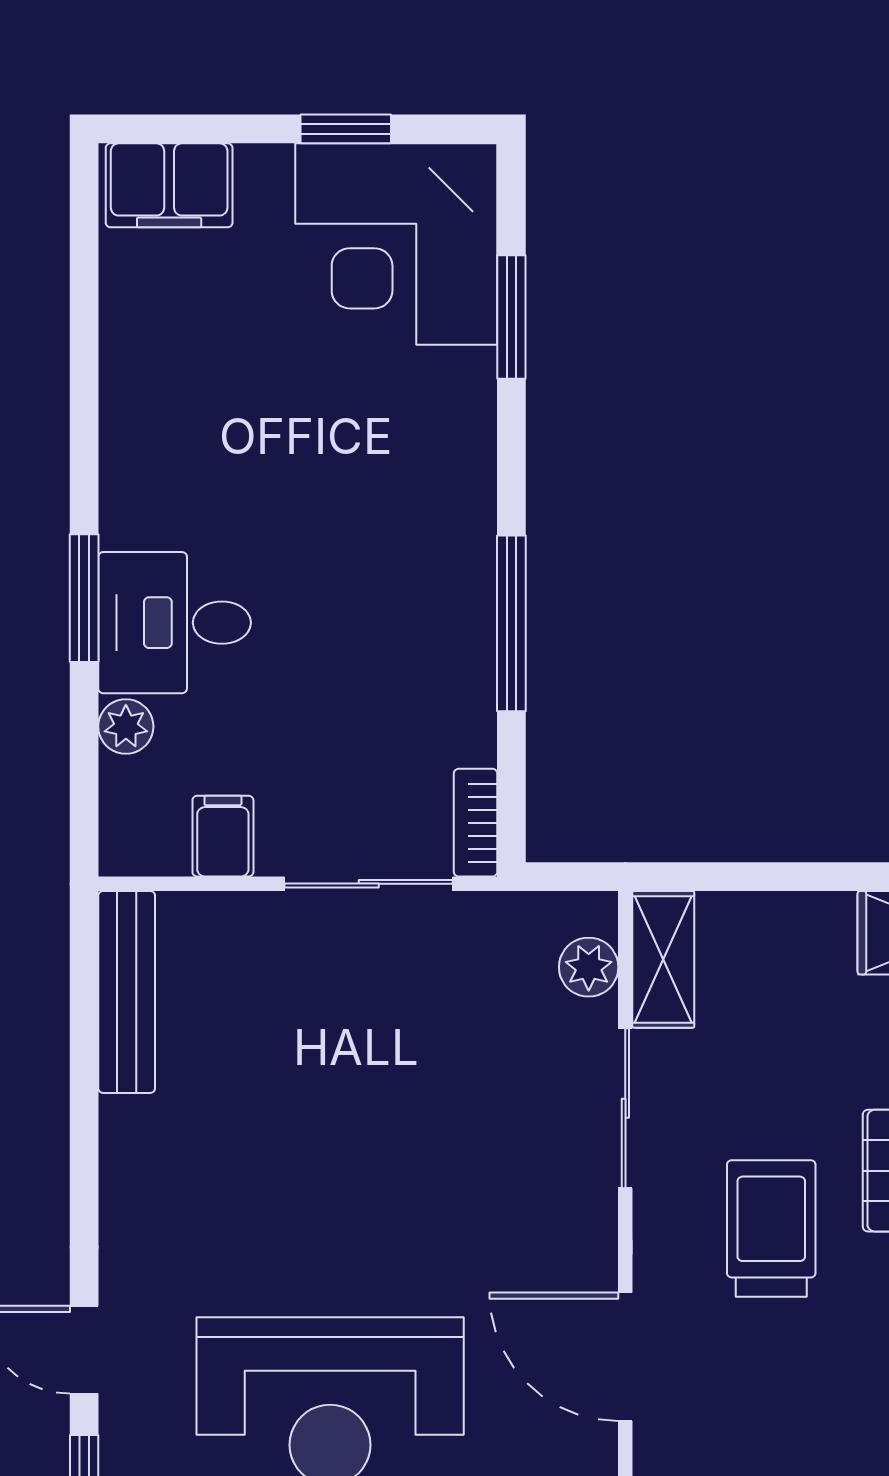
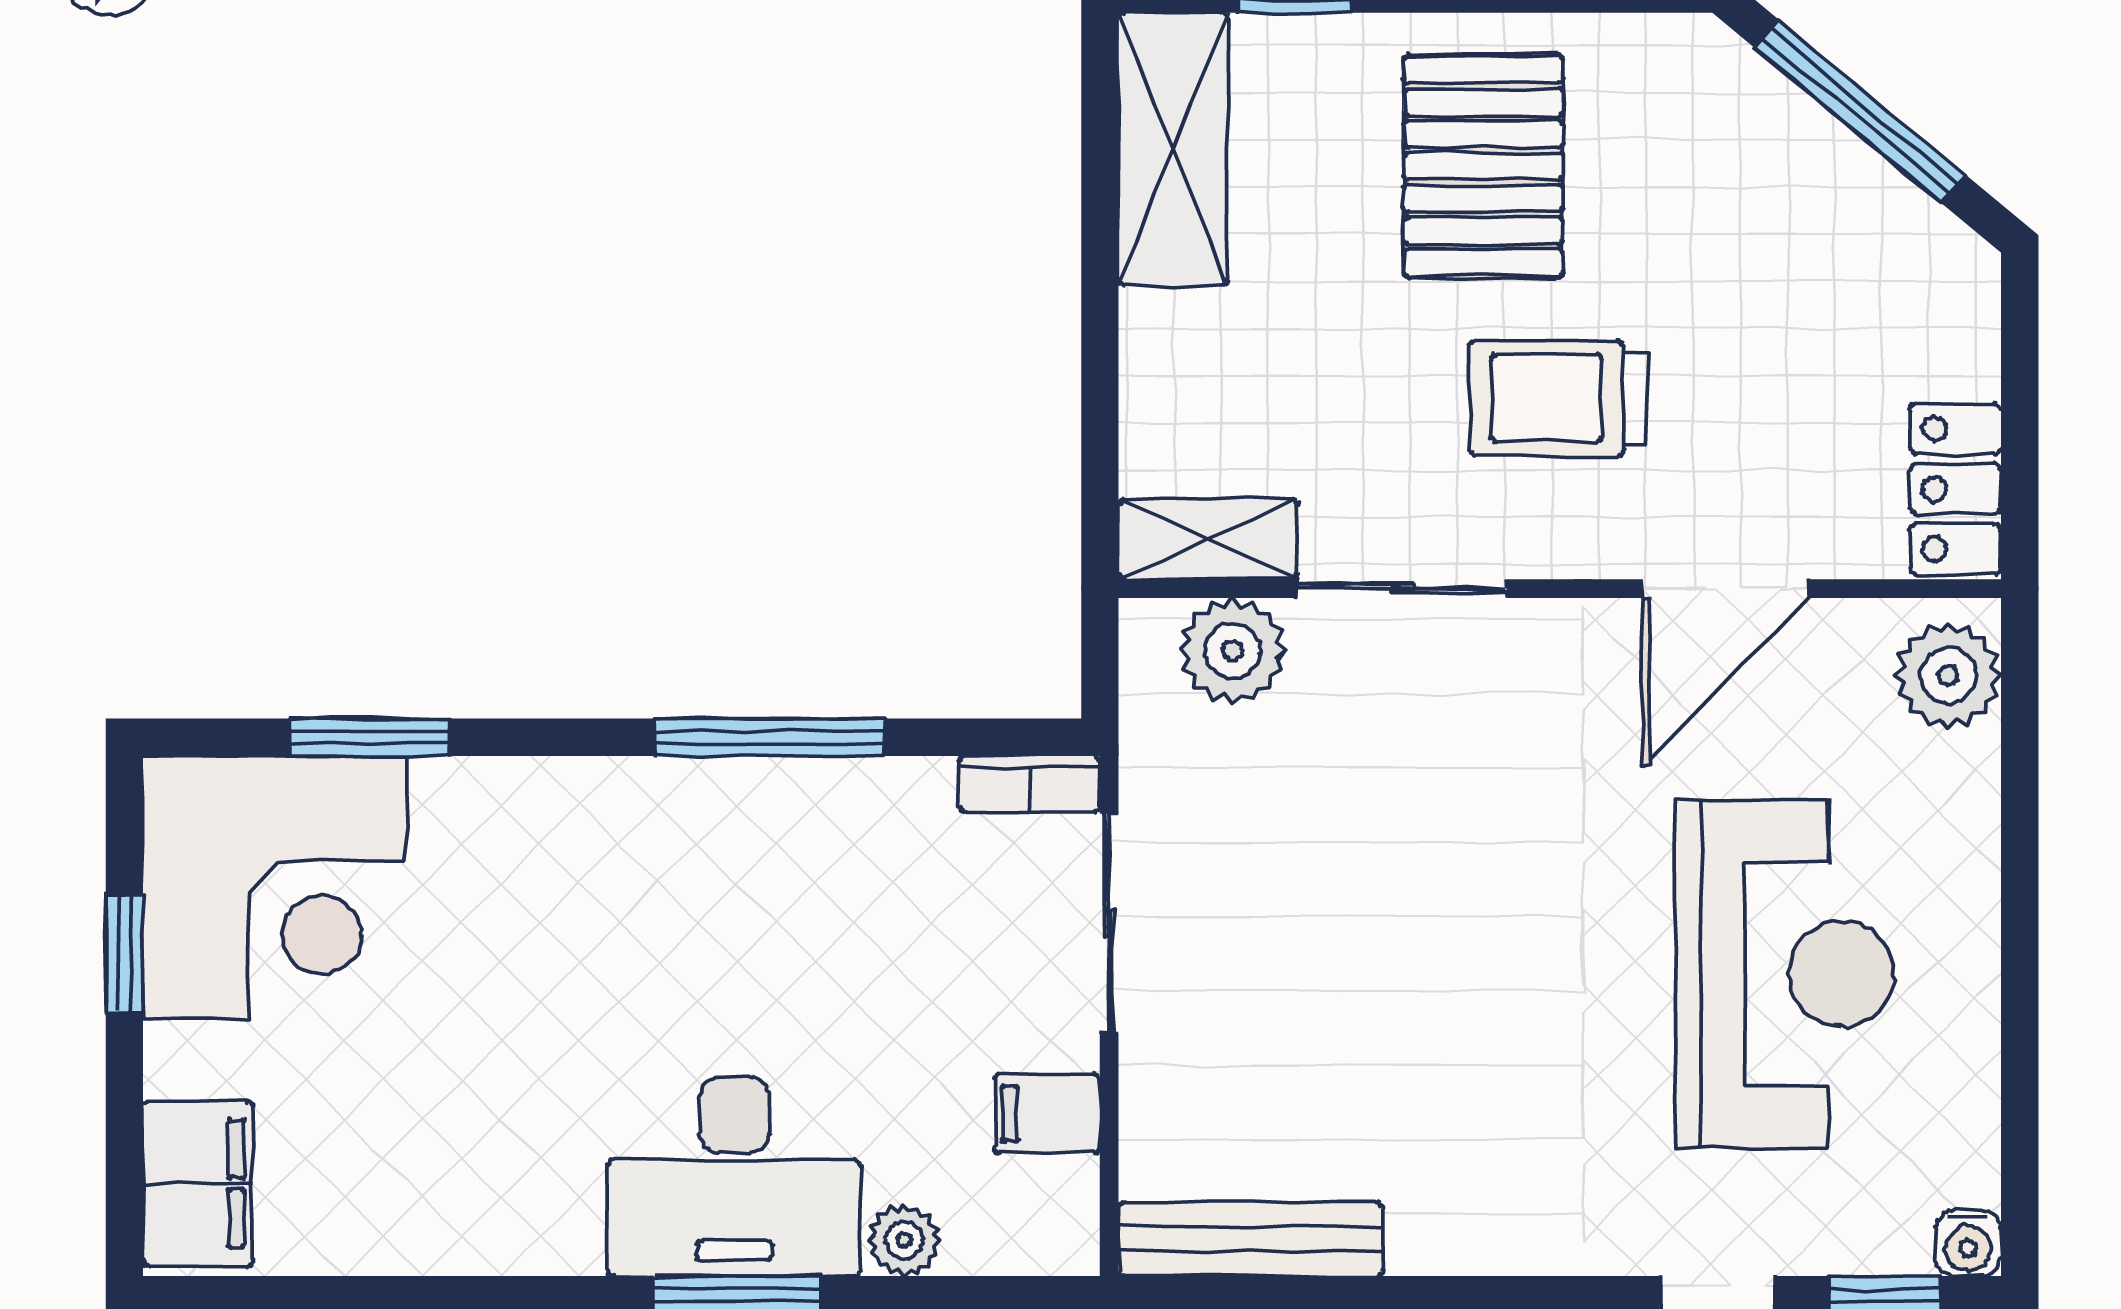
desk: (175, 623) -> (734, 1177), width x1.37
plant: (589, 967) -> (1232, 651), width x1.38, depth x1.38

